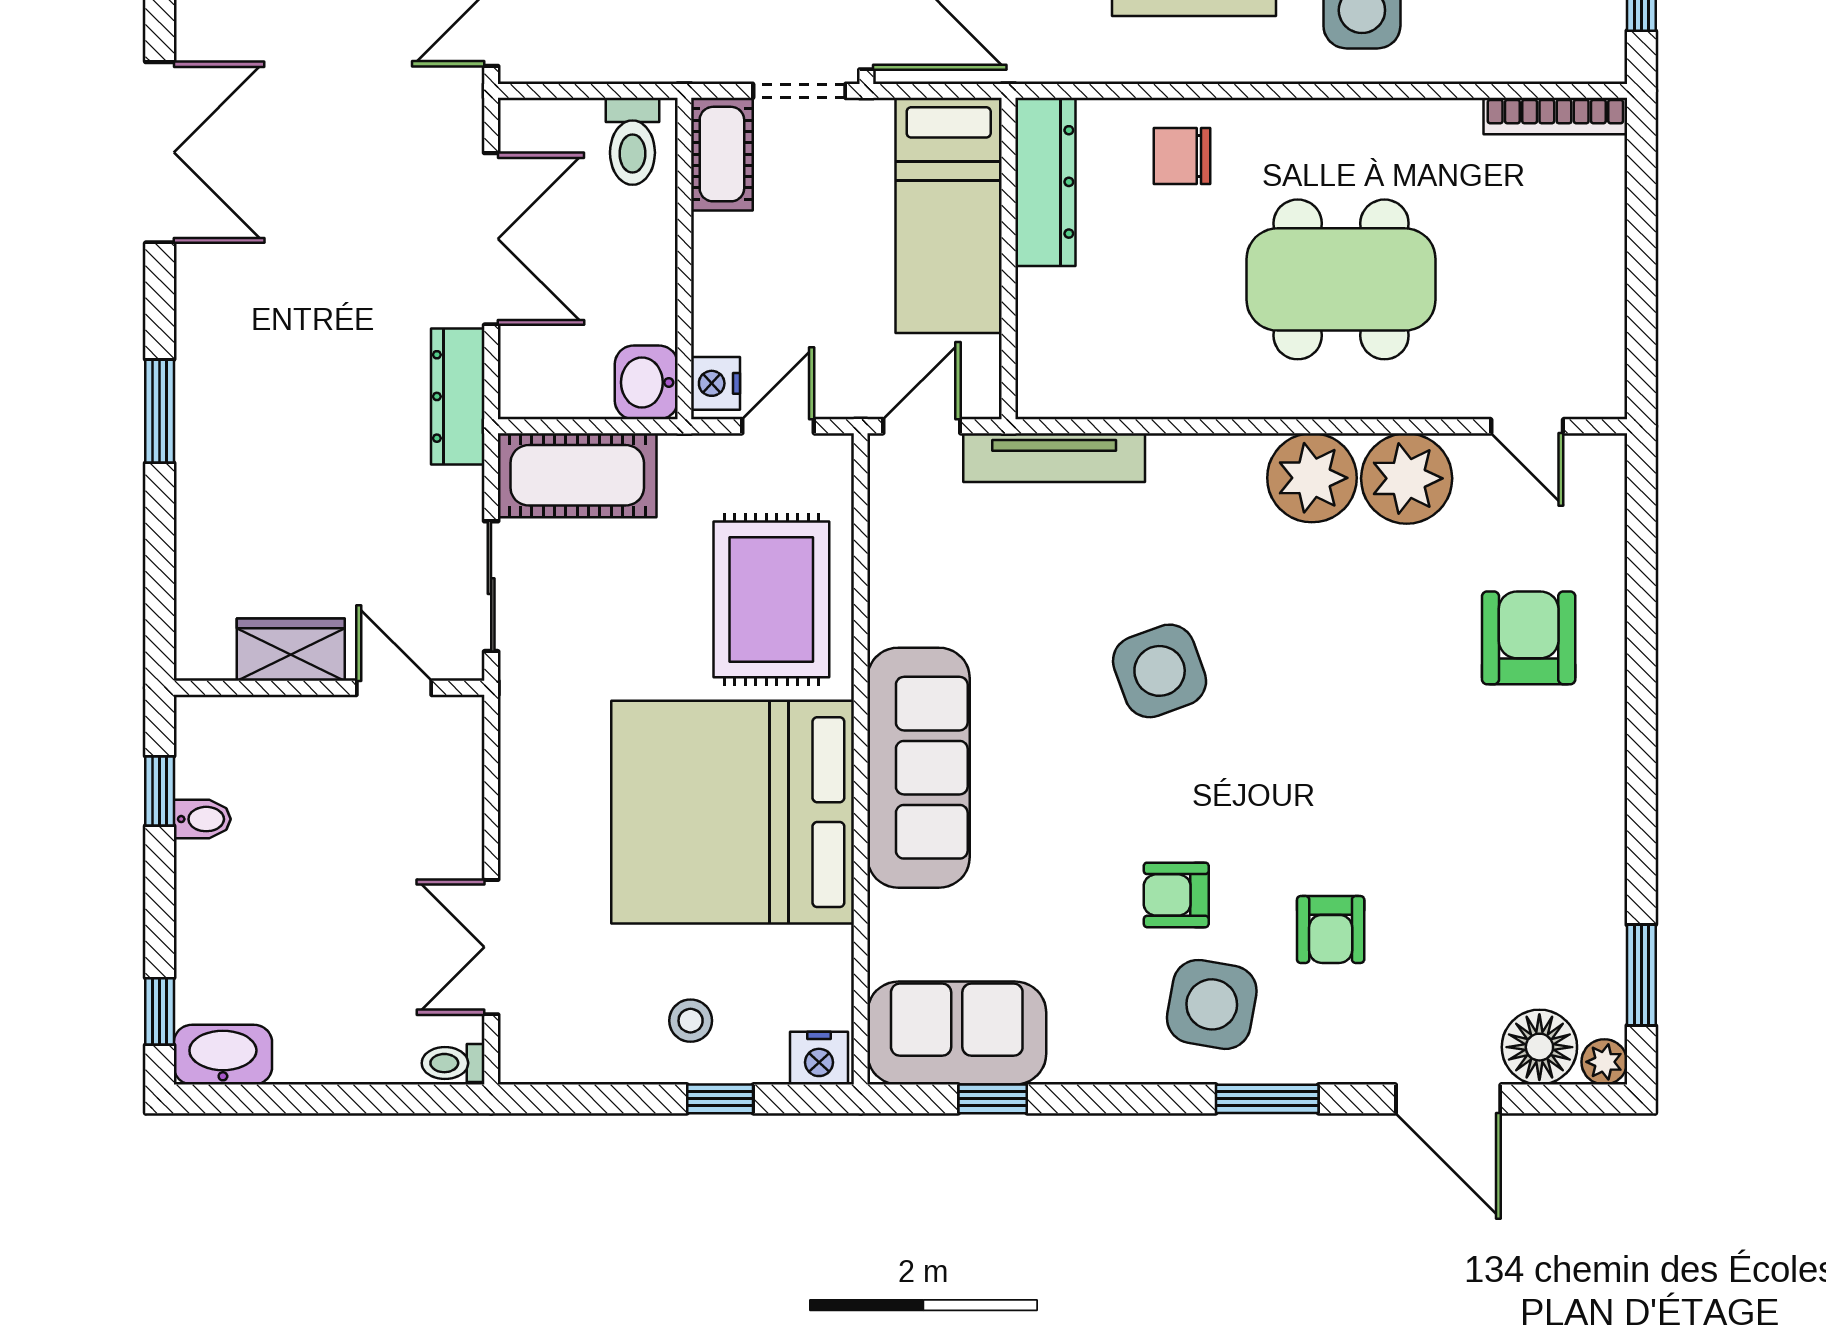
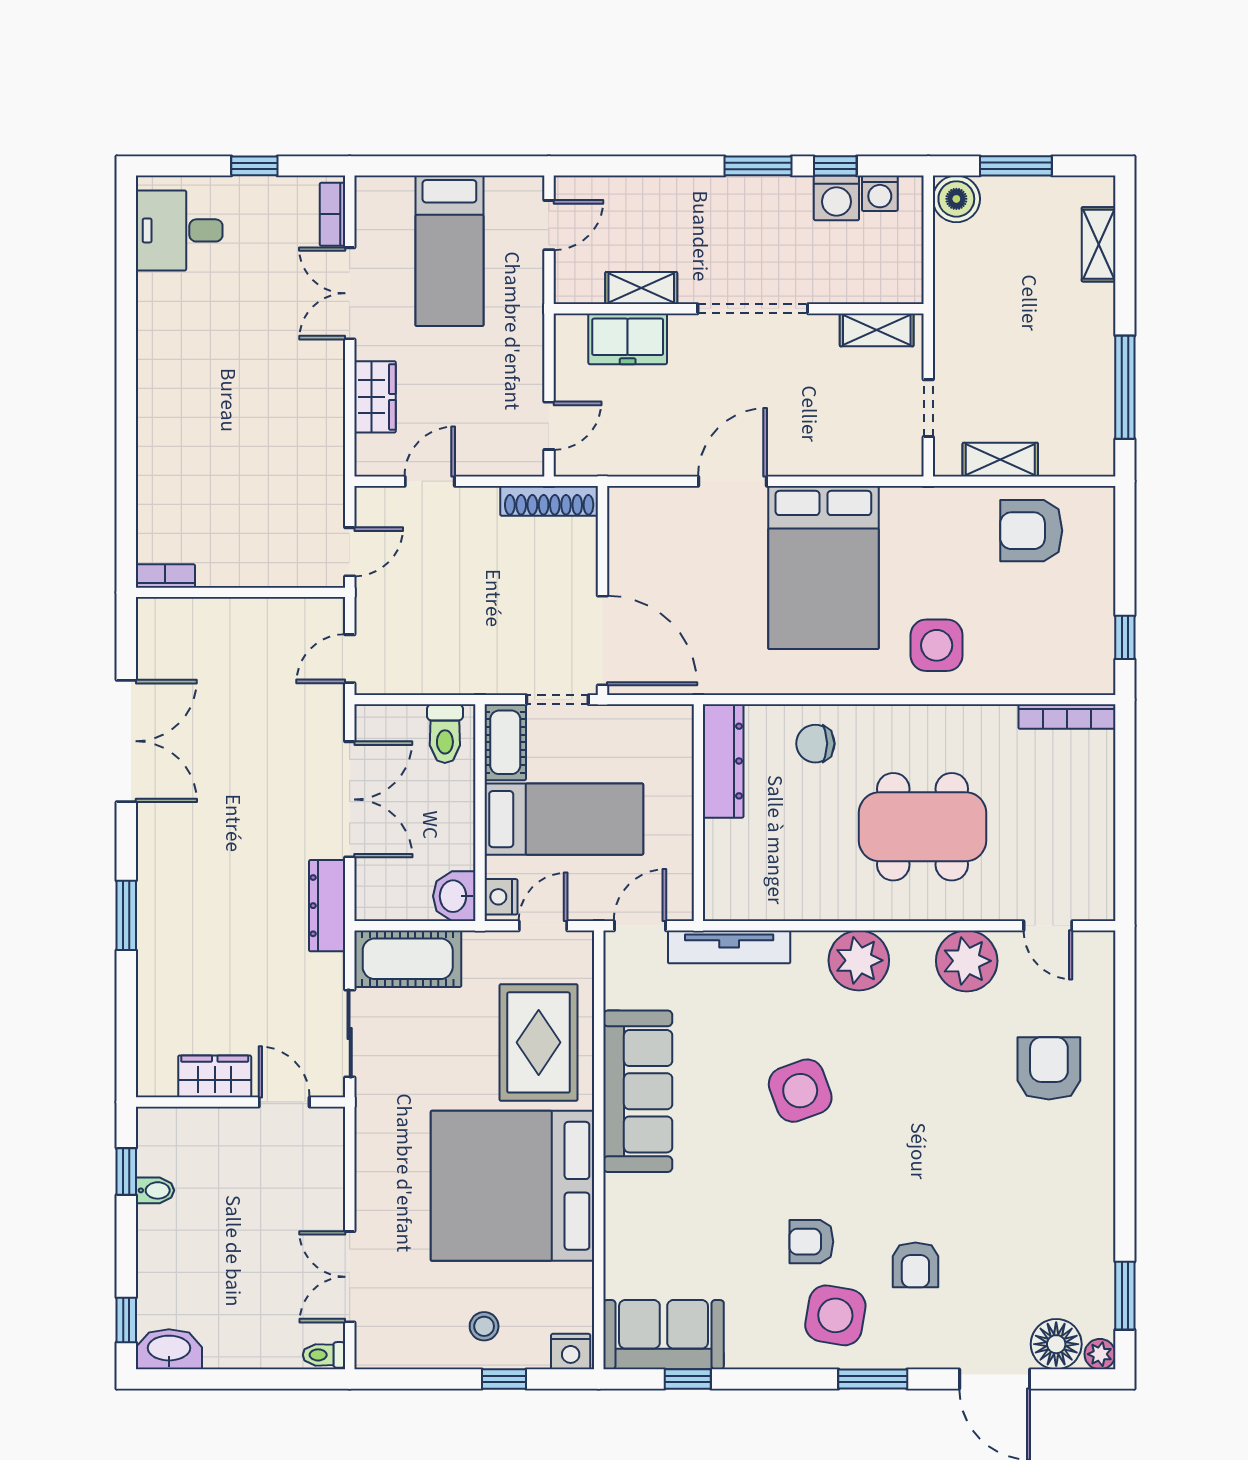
bed: (949, 215) -> (564, 819), moved, turned -90
plant: (1312, 478) -> (859, 960), moved
sofa: (919, 768) -> (638, 1091), moved

